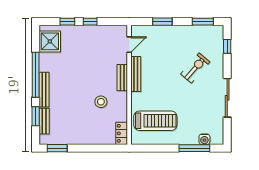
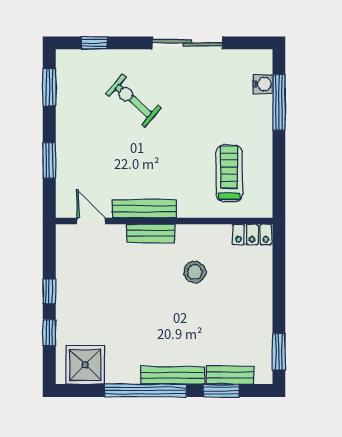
treadmill: (155, 121) -> (229, 173), width x0.73, depth x0.73

